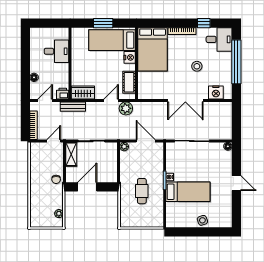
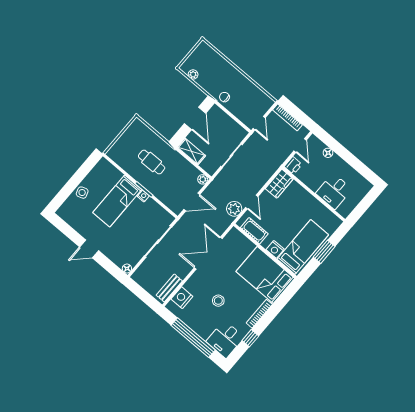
double door: (185, 100) -> (208, 253), moved
bench: (73, 107) -> (169, 288), moved
shelving: (71, 154) -> (191, 151), moved

